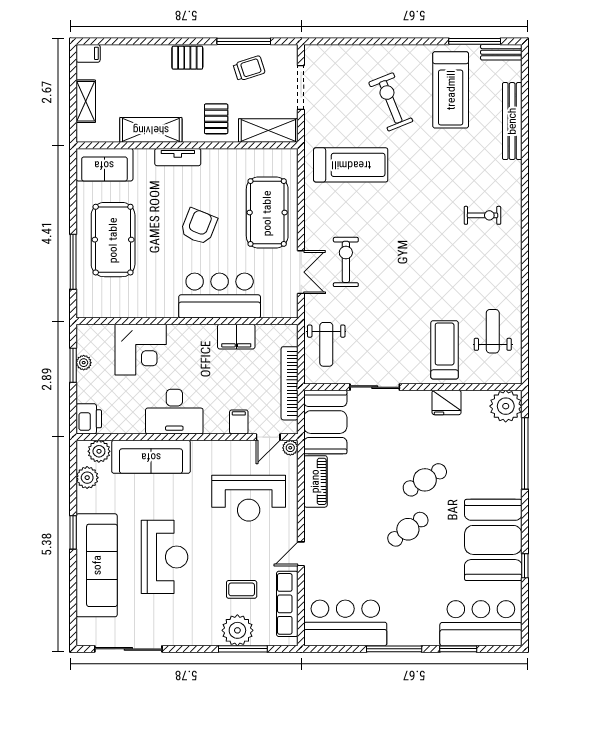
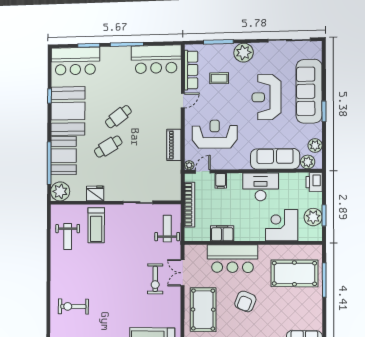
exercise bike: (482, 215) -> (73, 306), width x1.38, depth x1.39
pool table: (113, 240) -> (294, 273), moved, turned 90
plant: (84, 363) -> (313, 217), width x1.87, depth x1.87
booth: (325, 422) -> (63, 156), moved
plant: (237, 630) -> (244, 53), moved

